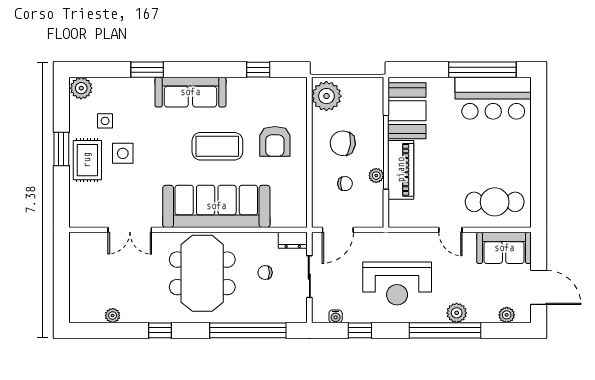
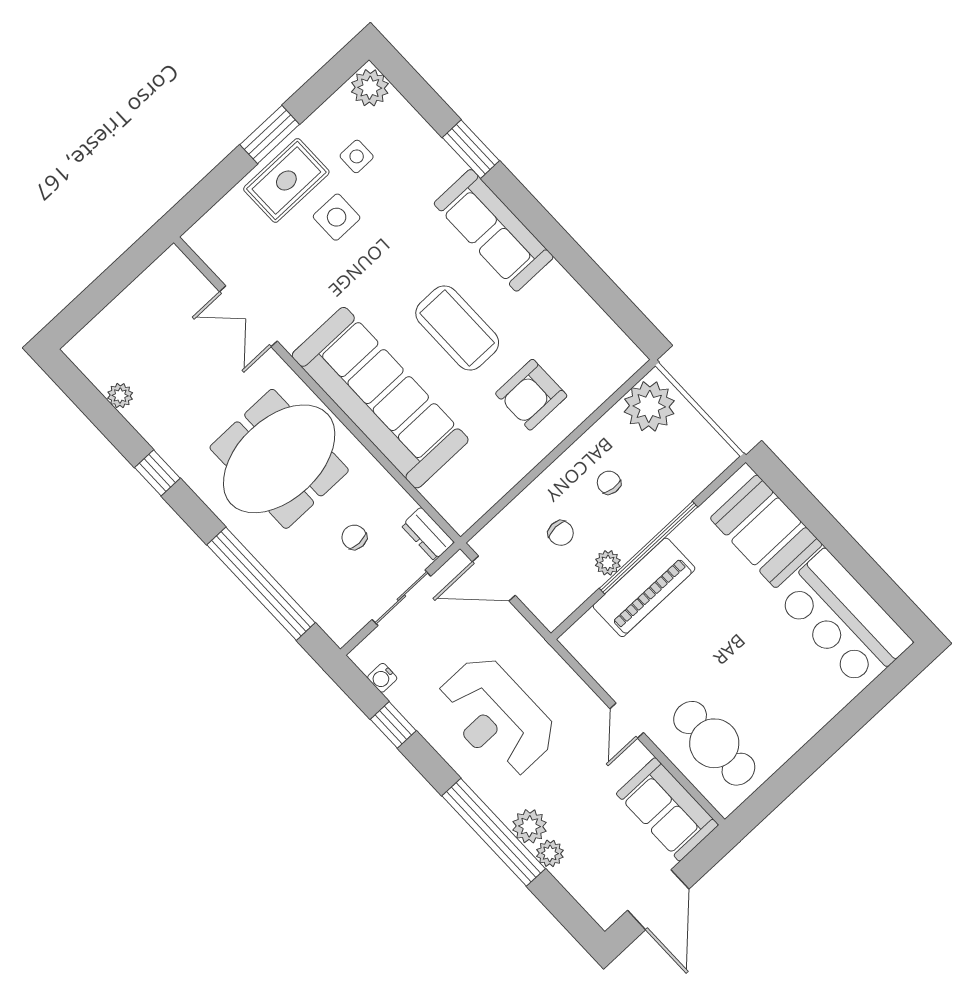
window: (258, 70) -> (602, 289), removed
window: (482, 70) -> (866, 572), removed
booth: (407, 111) -> (766, 531), moved, turned 90
chair: (343, 143) -> (609, 483), width x0.54, depth x0.54
plant: (507, 315) -> (550, 853), moved

